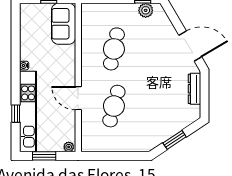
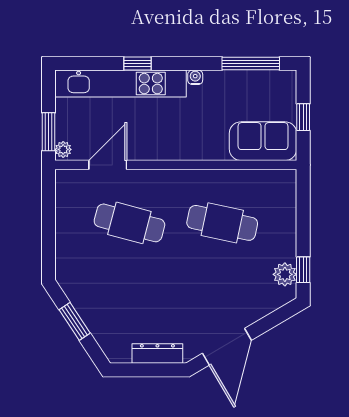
window: (16, 31) -> (251, 64), added
door: (78, 98) -> (108, 165), moved
window: (16, 114) -> (138, 64), moved
window: (44, 156) -> (49, 132), moved

